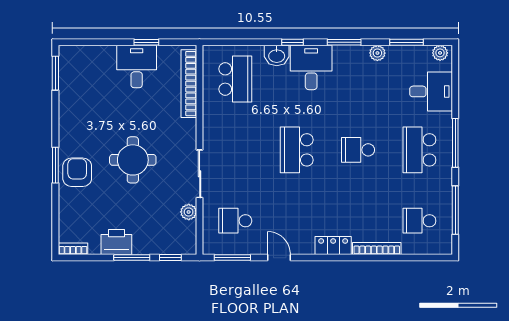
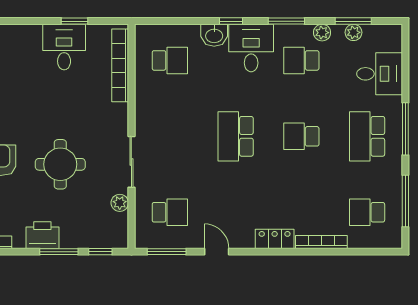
plant: (440, 53) -> (353, 32), moved
school desk: (235, 79) -> (170, 60), width x0.54
school desk: (358, 79) -> (301, 60), added
round table: (133, 160) -> (60, 164), moved
school desk: (235, 221) -> (170, 212), turned 180

